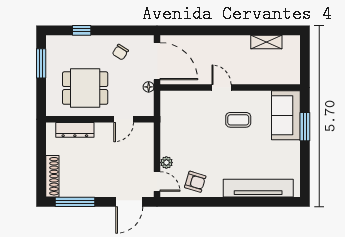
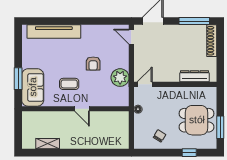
door: (157, 61) -> (131, 129), removed
dining table: (85, 88) -> (197, 120), moved
door: (124, 119) -> (145, 84), moved
plant: (166, 163) -> (120, 78), moved, width x1.87, depth x1.87
armchair: (195, 182) -> (93, 64), moved, turned -107

